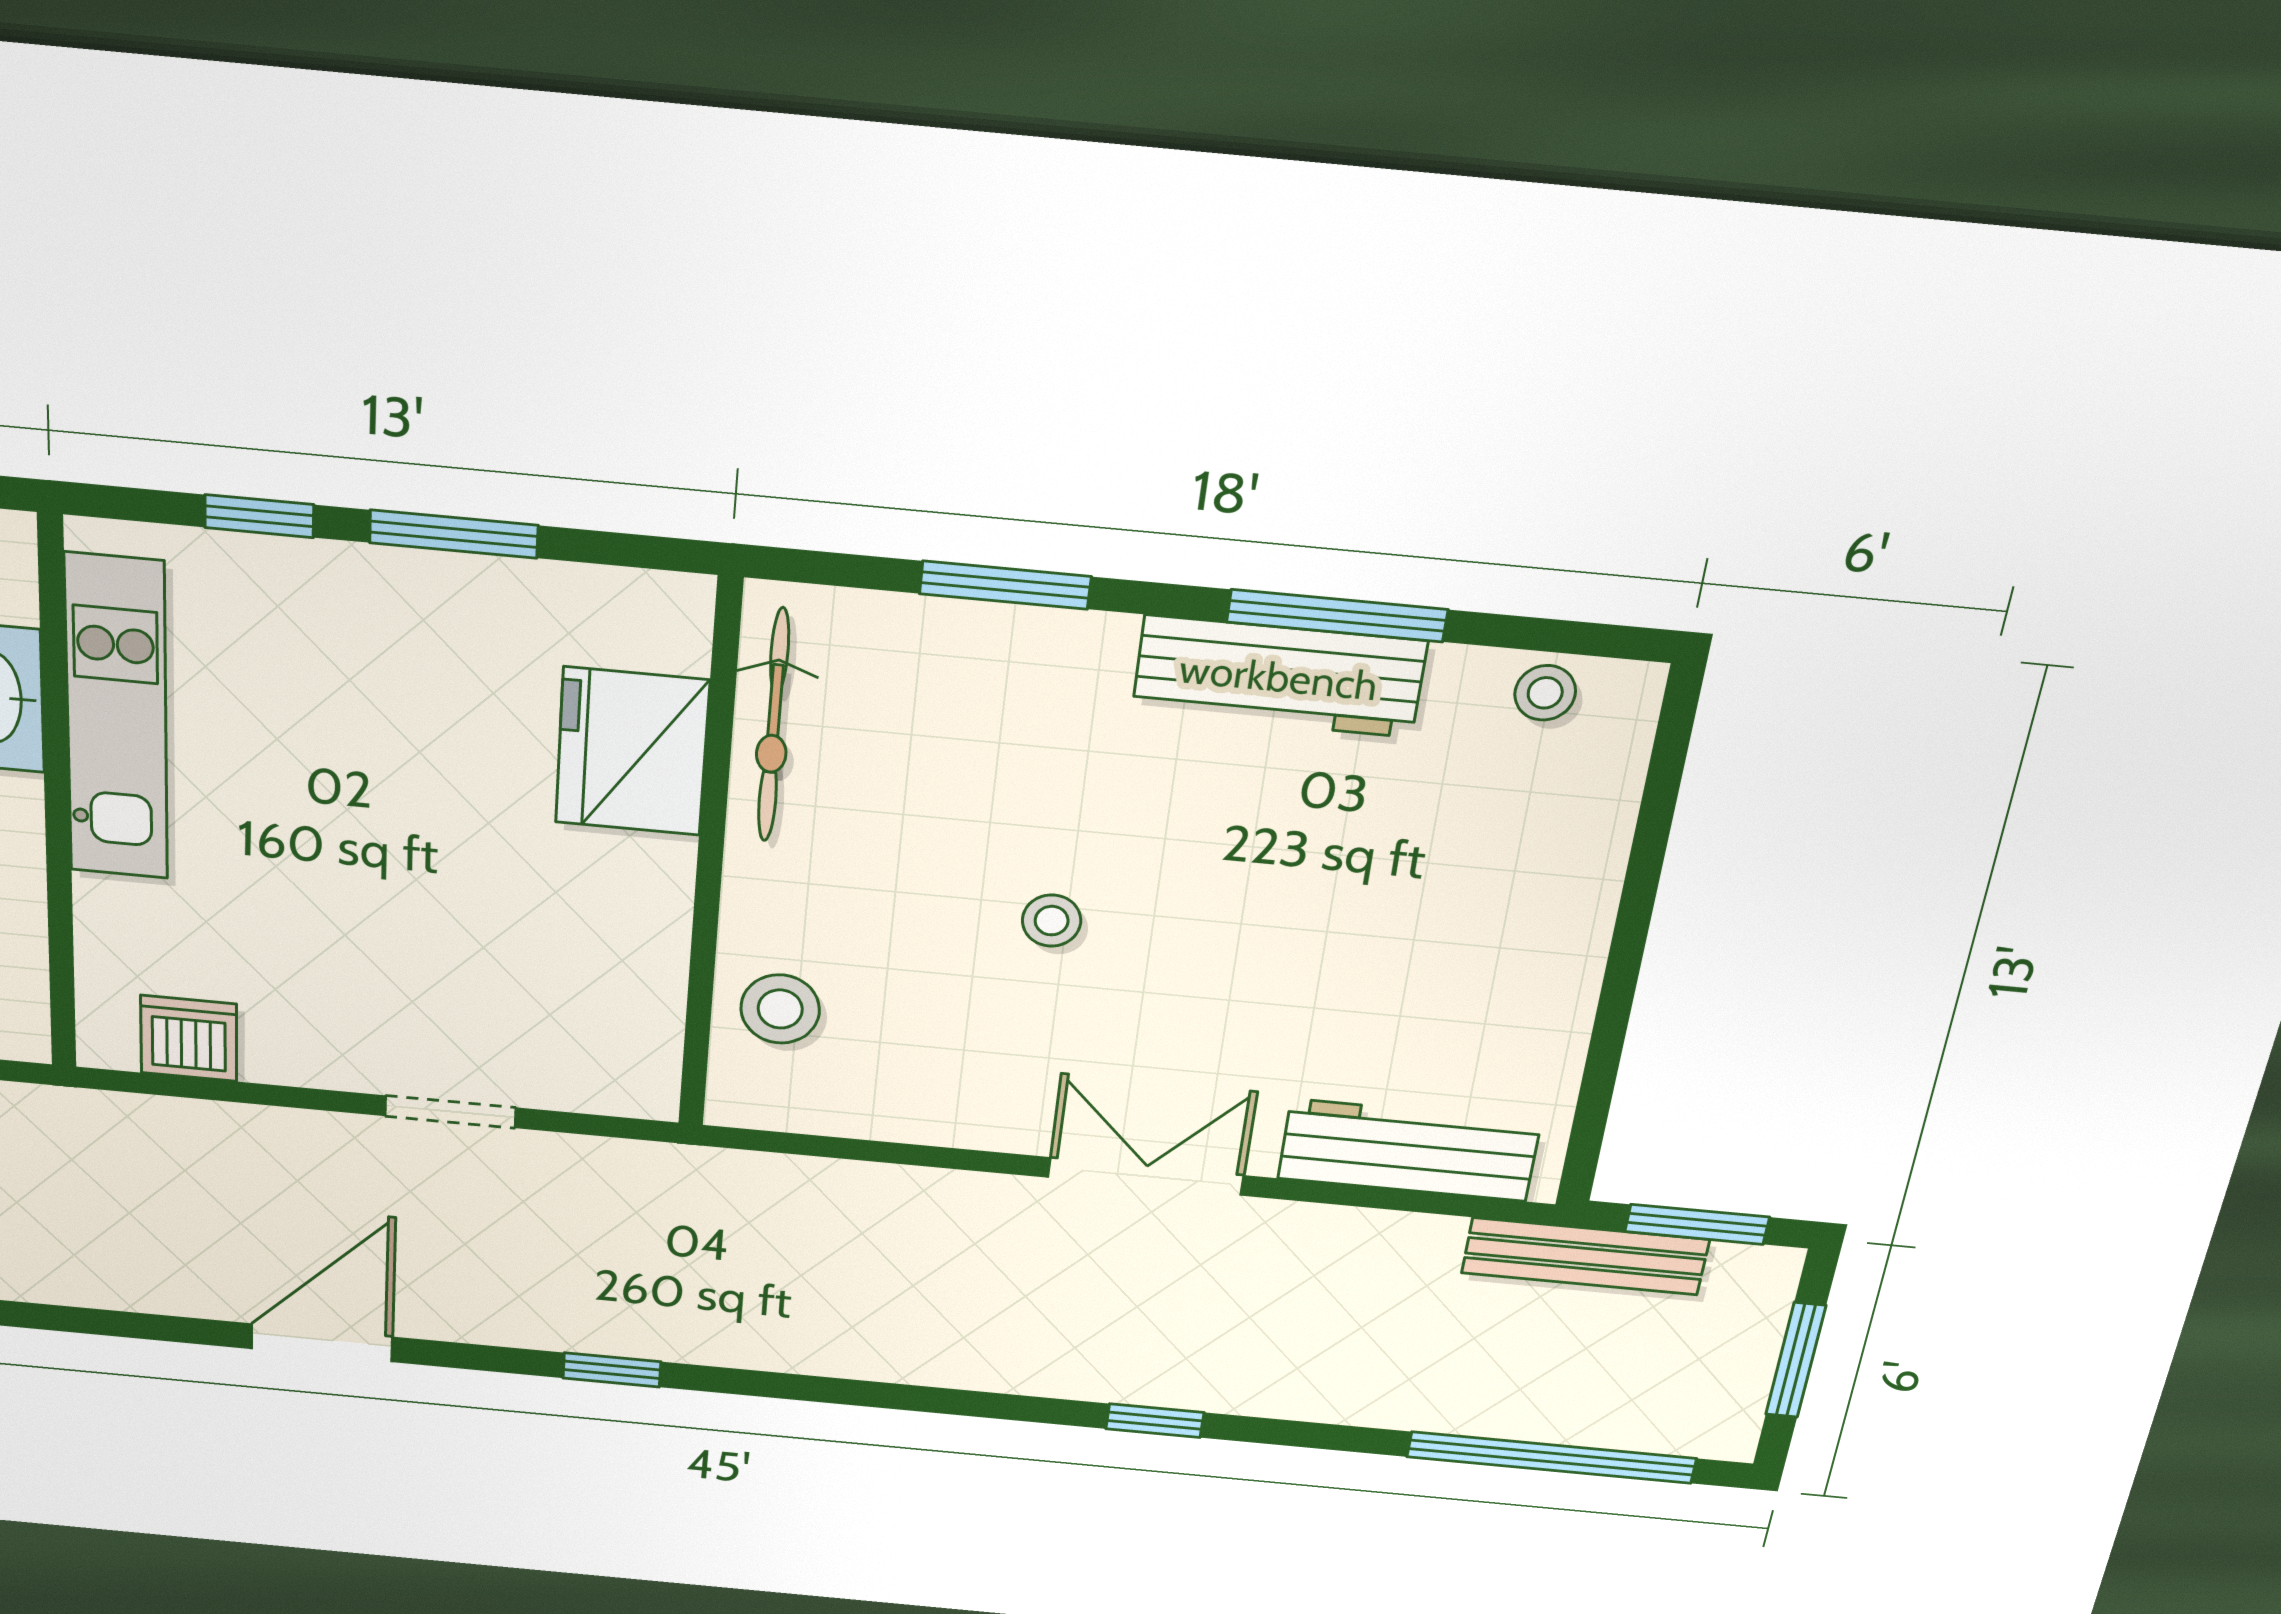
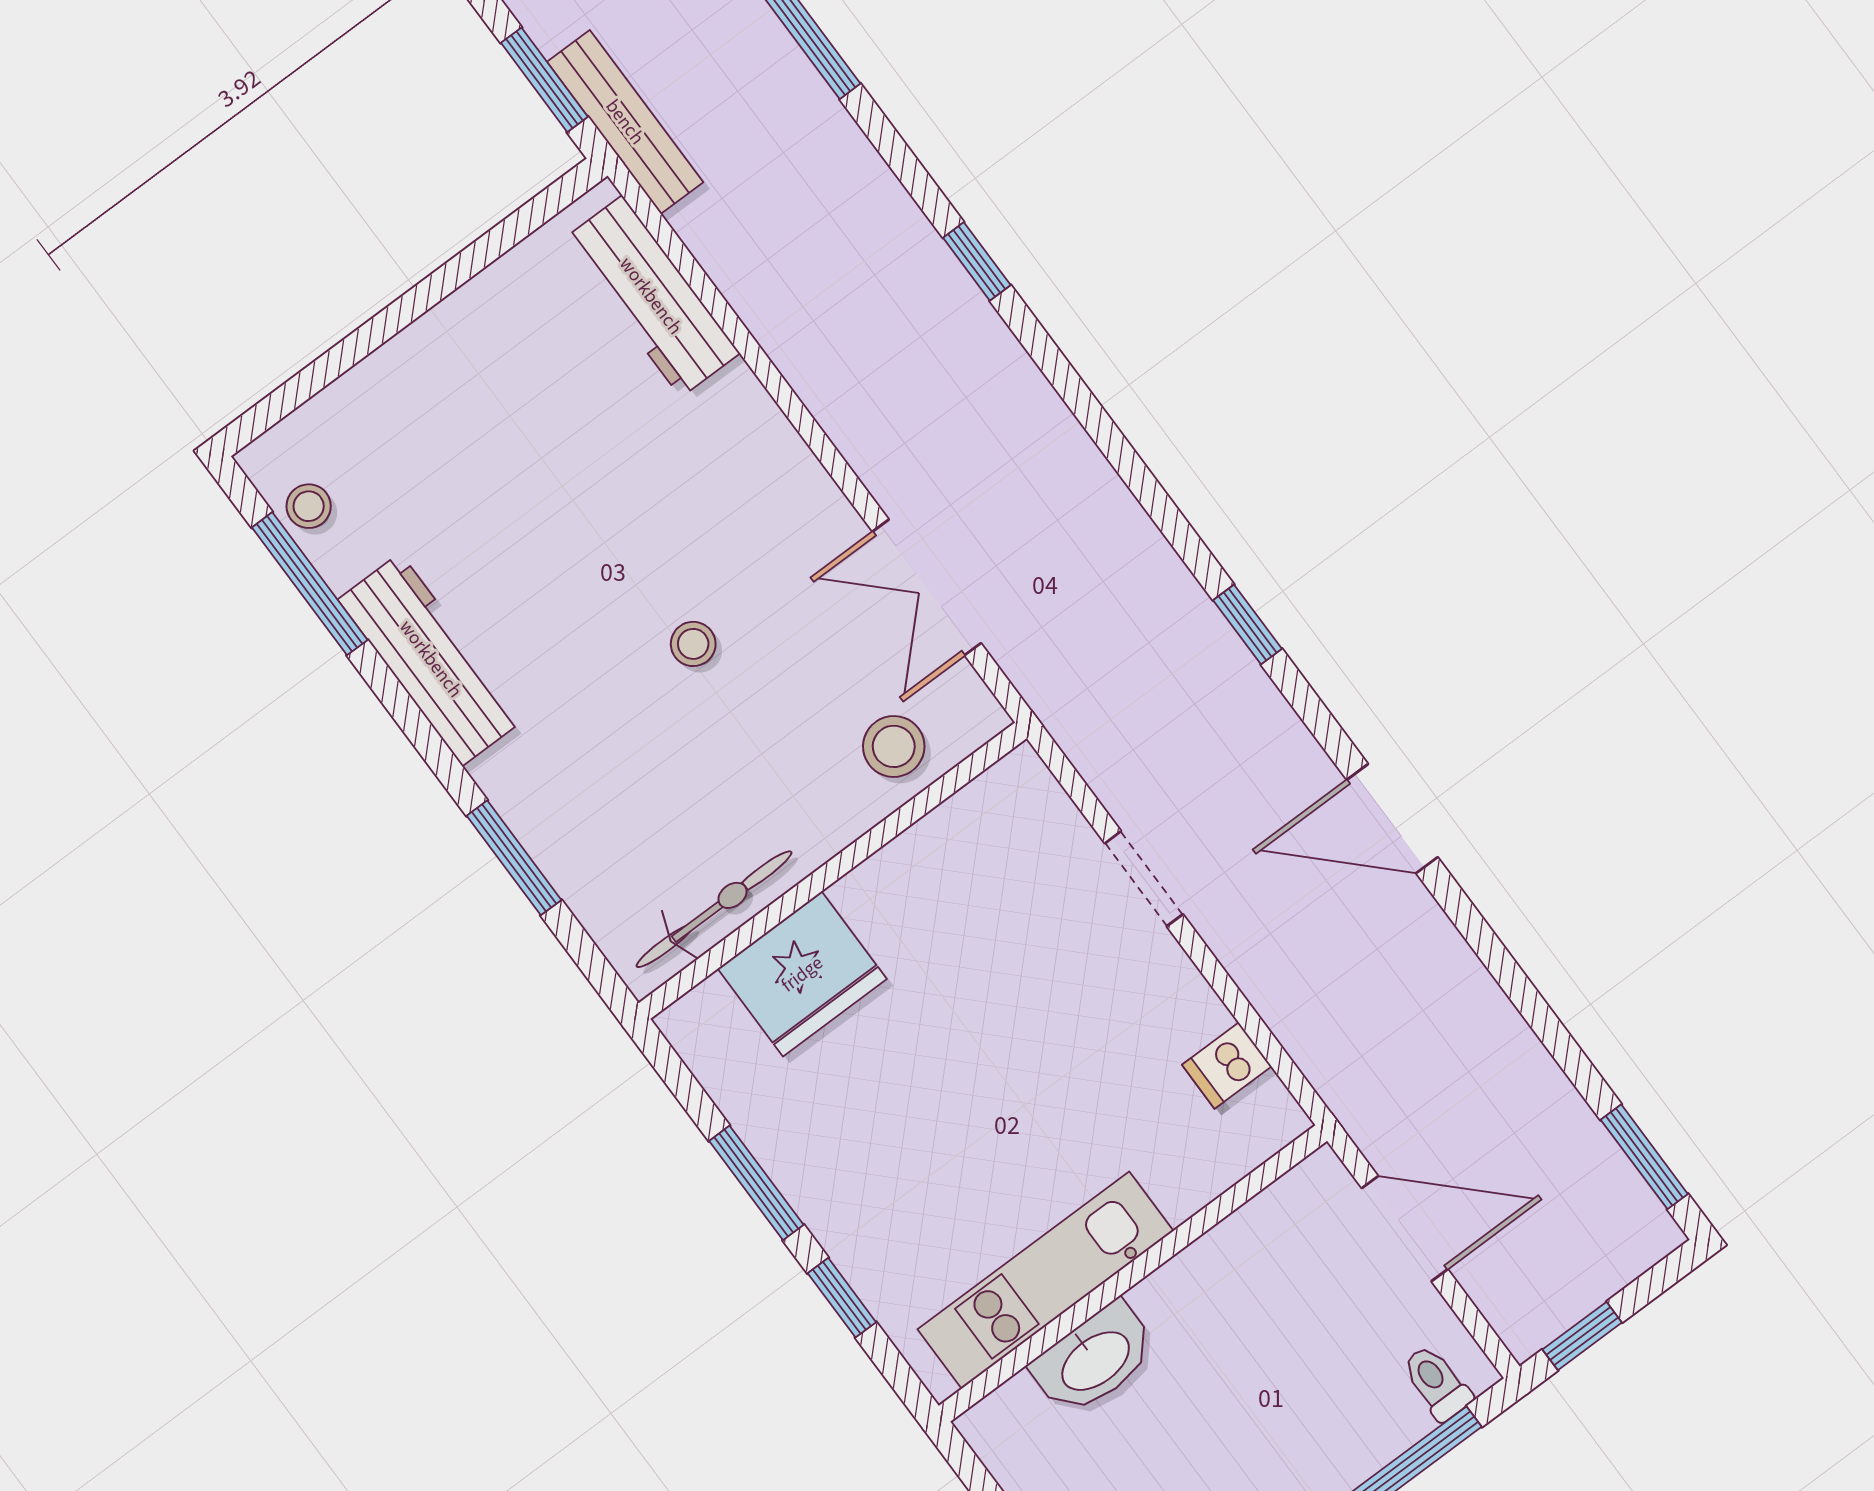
window: (1337, 616) -> (310, 584), moved
dishwasher: (189, 1038) -> (1227, 1066), width x0.73
double door: (1146, 1176) -> (927, 587), moved

